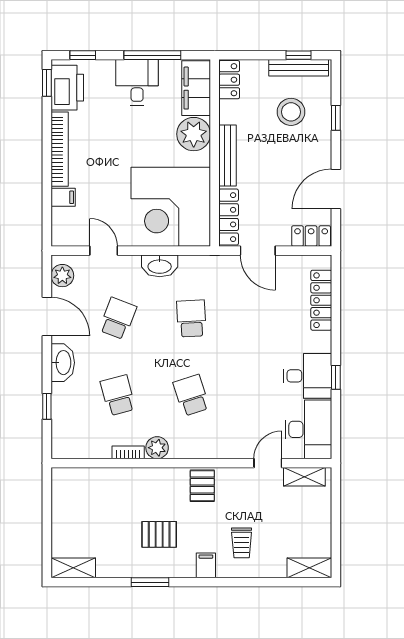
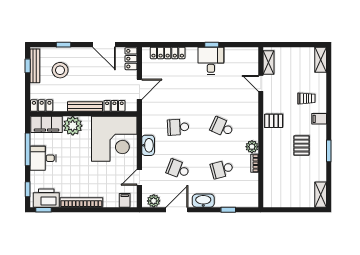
filing cabinet: (63, 197) -> (125, 200), moved
locker: (229, 217) -> (114, 106), width x0.66
school desk: (191, 395) -> (222, 127), turned 42
desk: (308, 429) -> (241, 60), removed

